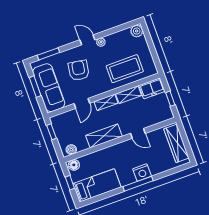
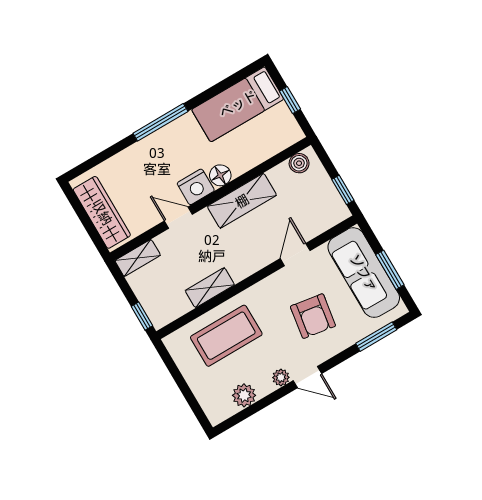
plant: (137, 31) -> (244, 395), moved
freezer: (152, 88) -> (168, 308), removed
window: (170, 99) -> (142, 316), moved
shelving: (106, 102) -> (138, 258), moved
floor lamp: (74, 165) -> (220, 175), moved
nightstand: (142, 172) -> (196, 187), moved, turned 180

